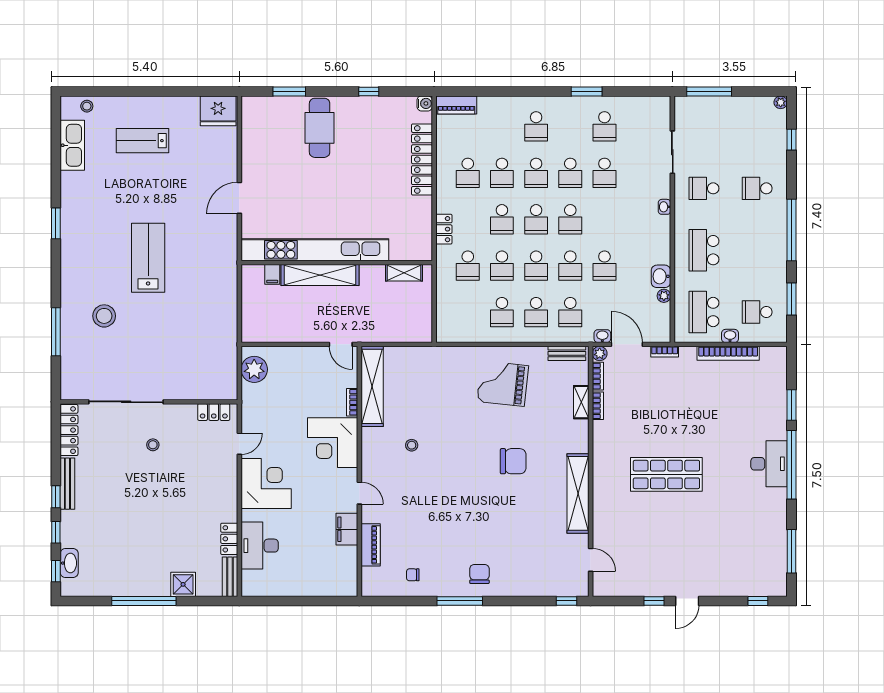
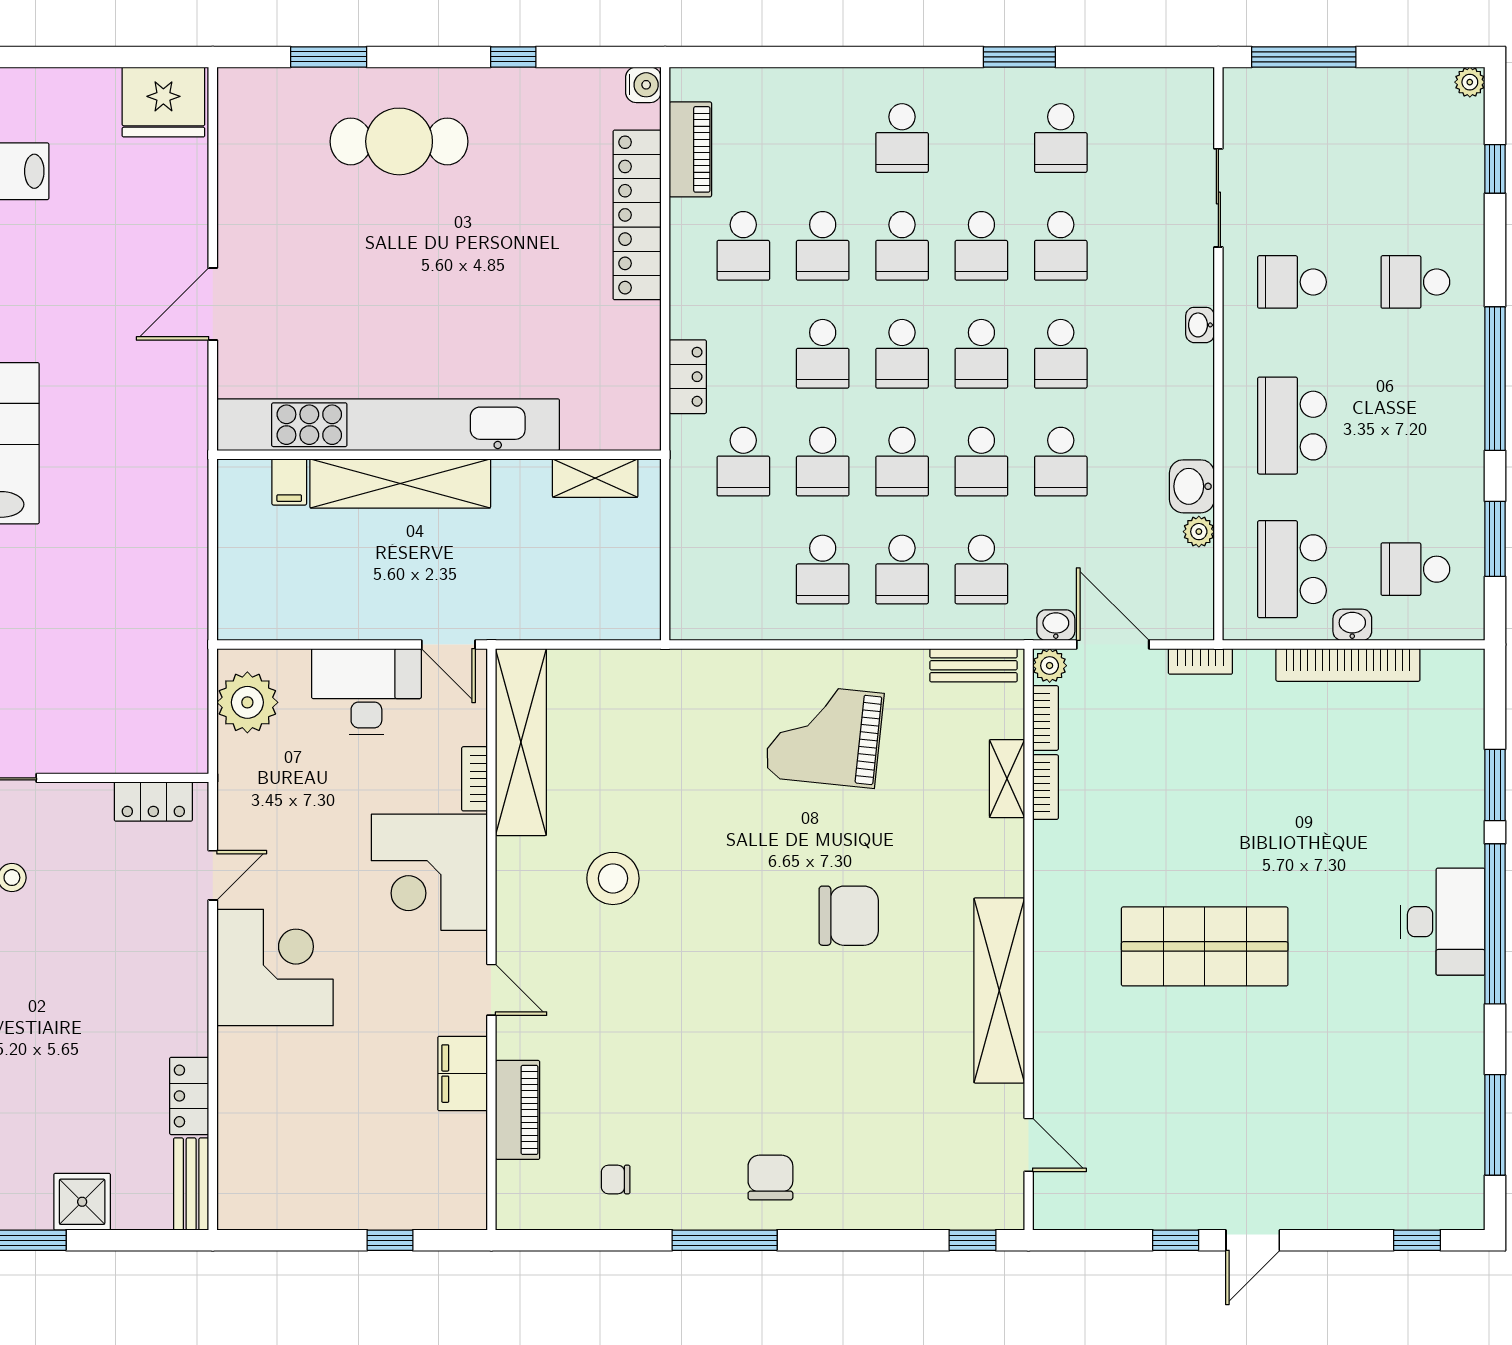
piano: (456, 105) -> (690, 149), moved, turned -90
cafe table: (320, 128) -> (399, 141), turned 90
school desk: (604, 219) -> (1061, 354), added
stool: (412, 445) -> (613, 878), width x1.89, depth x1.89
desk: (260, 546) -> (366, 692), moved, turned 90
window: (316, 601) -> (390, 1240), added

